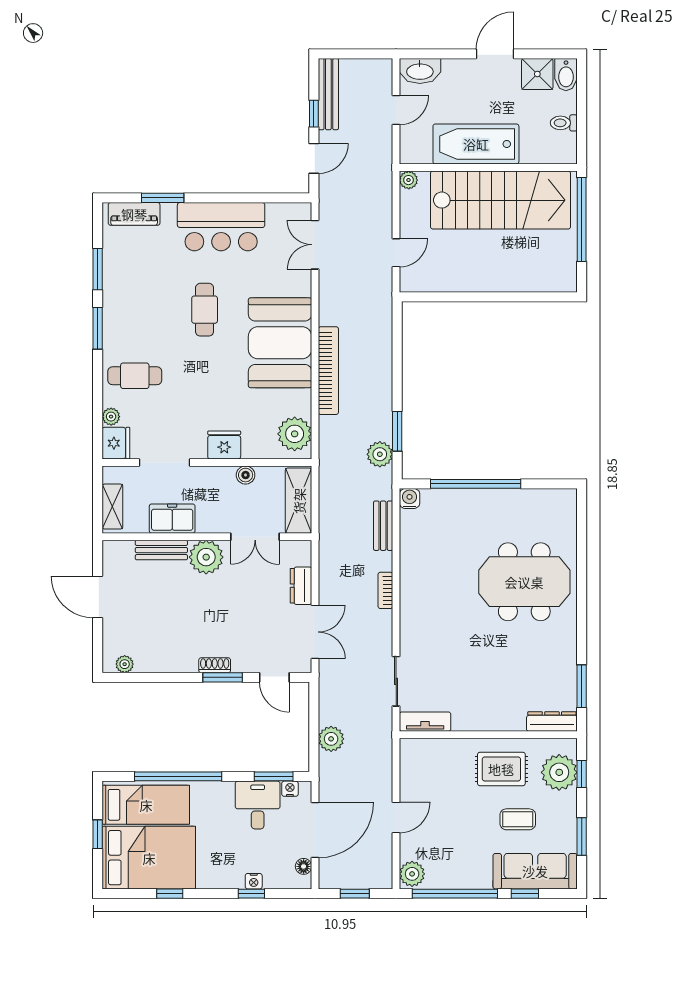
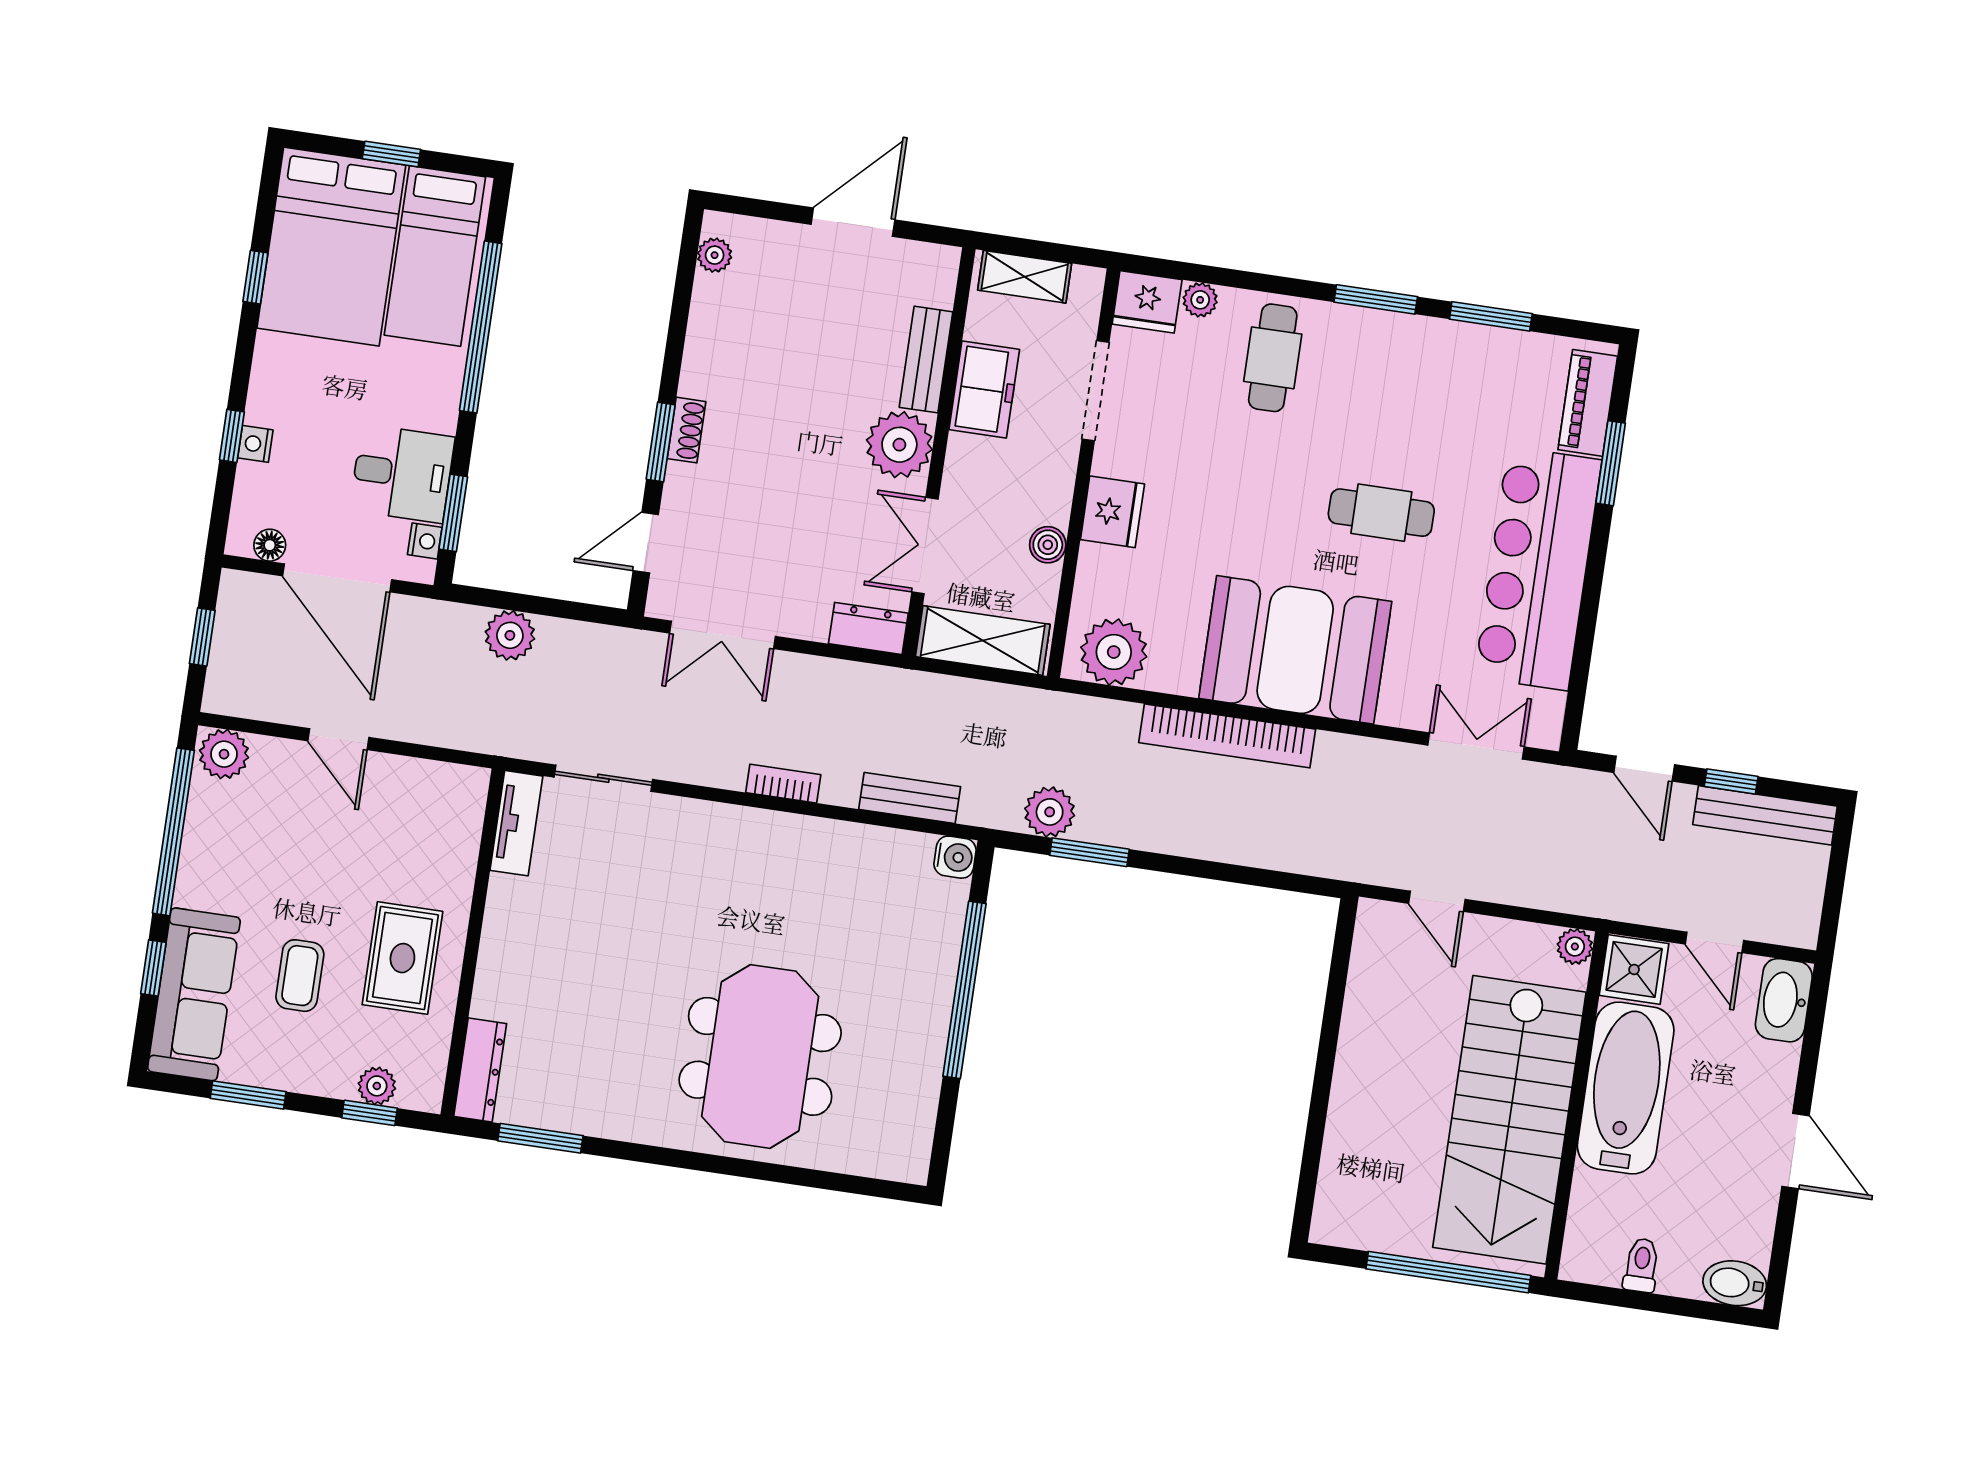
shower: (537, 74) -> (1634, 969), moved
bar counter: (221, 227) -> (1538, 569), width x1.36
dresser: (301, 586) -> (868, 628), moved
plant: (559, 772) -> (377, 1086), width x0.53, depth x0.53

